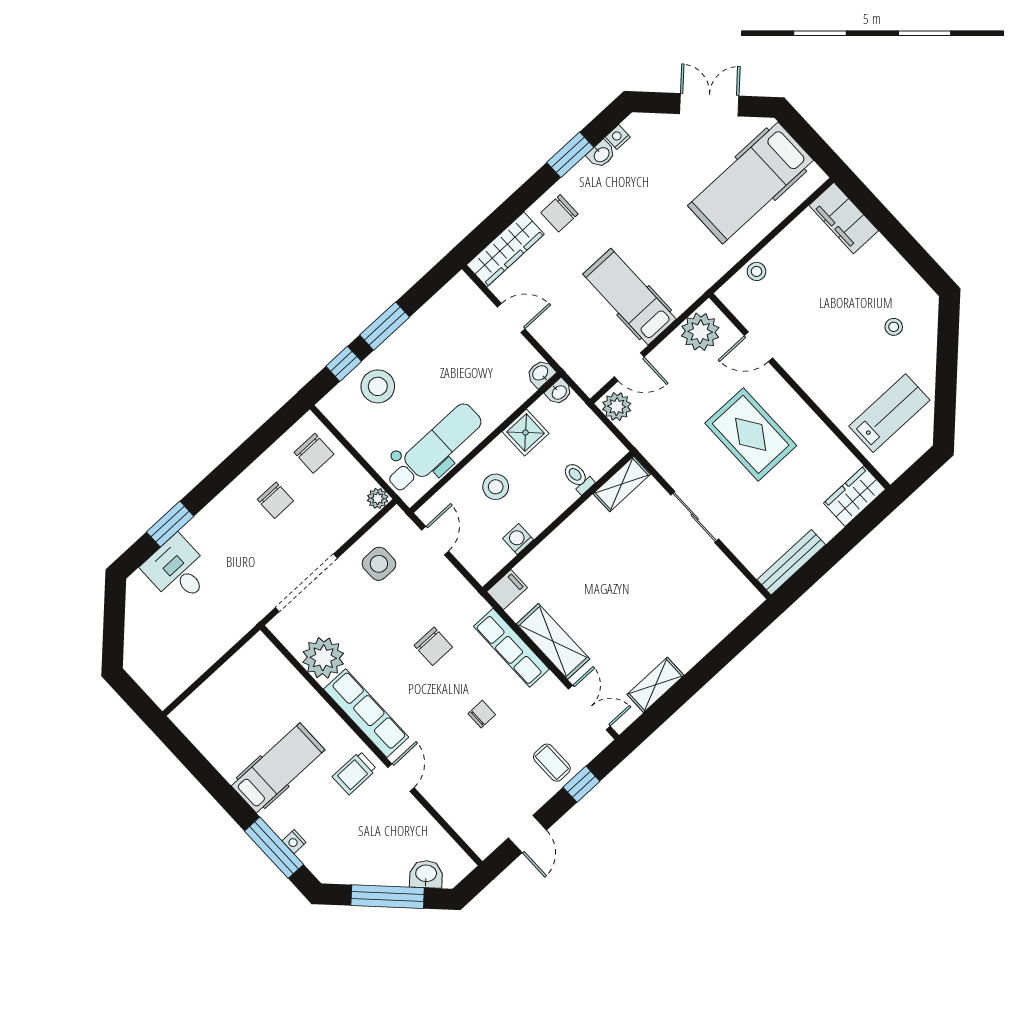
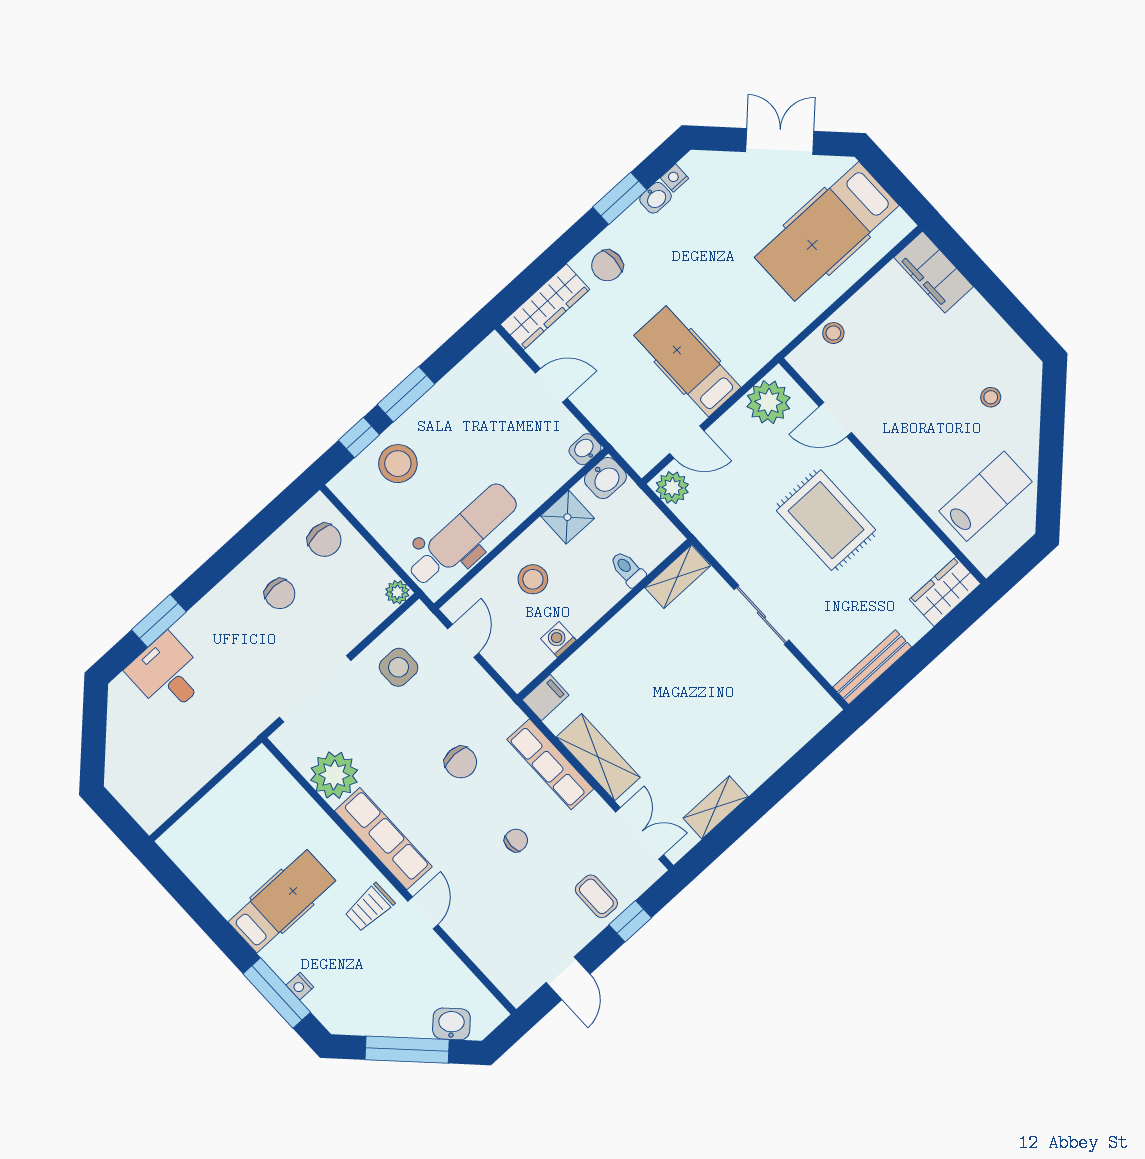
washbasin: (559, 392) -> (605, 478), width x1.38, depth x1.45

